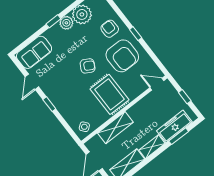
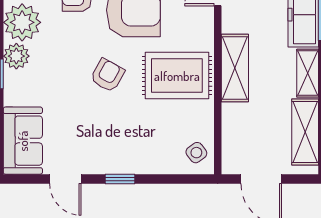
shelving: (115, 128) -> (235, 68), moved

